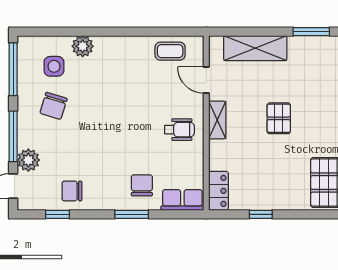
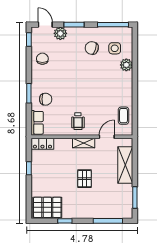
pallet: (279, 118) -> (85, 179), turned 90
window: (13, 136) -> (74, 25), width x0.69
window: (58, 214) -> (29, 39), moved

